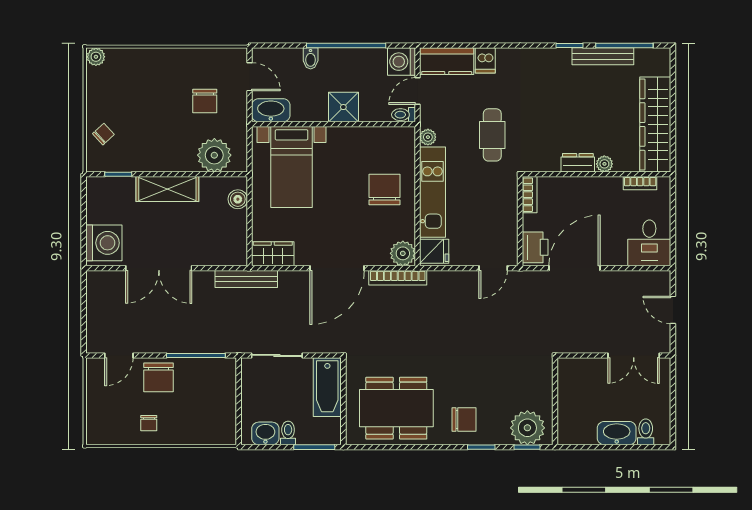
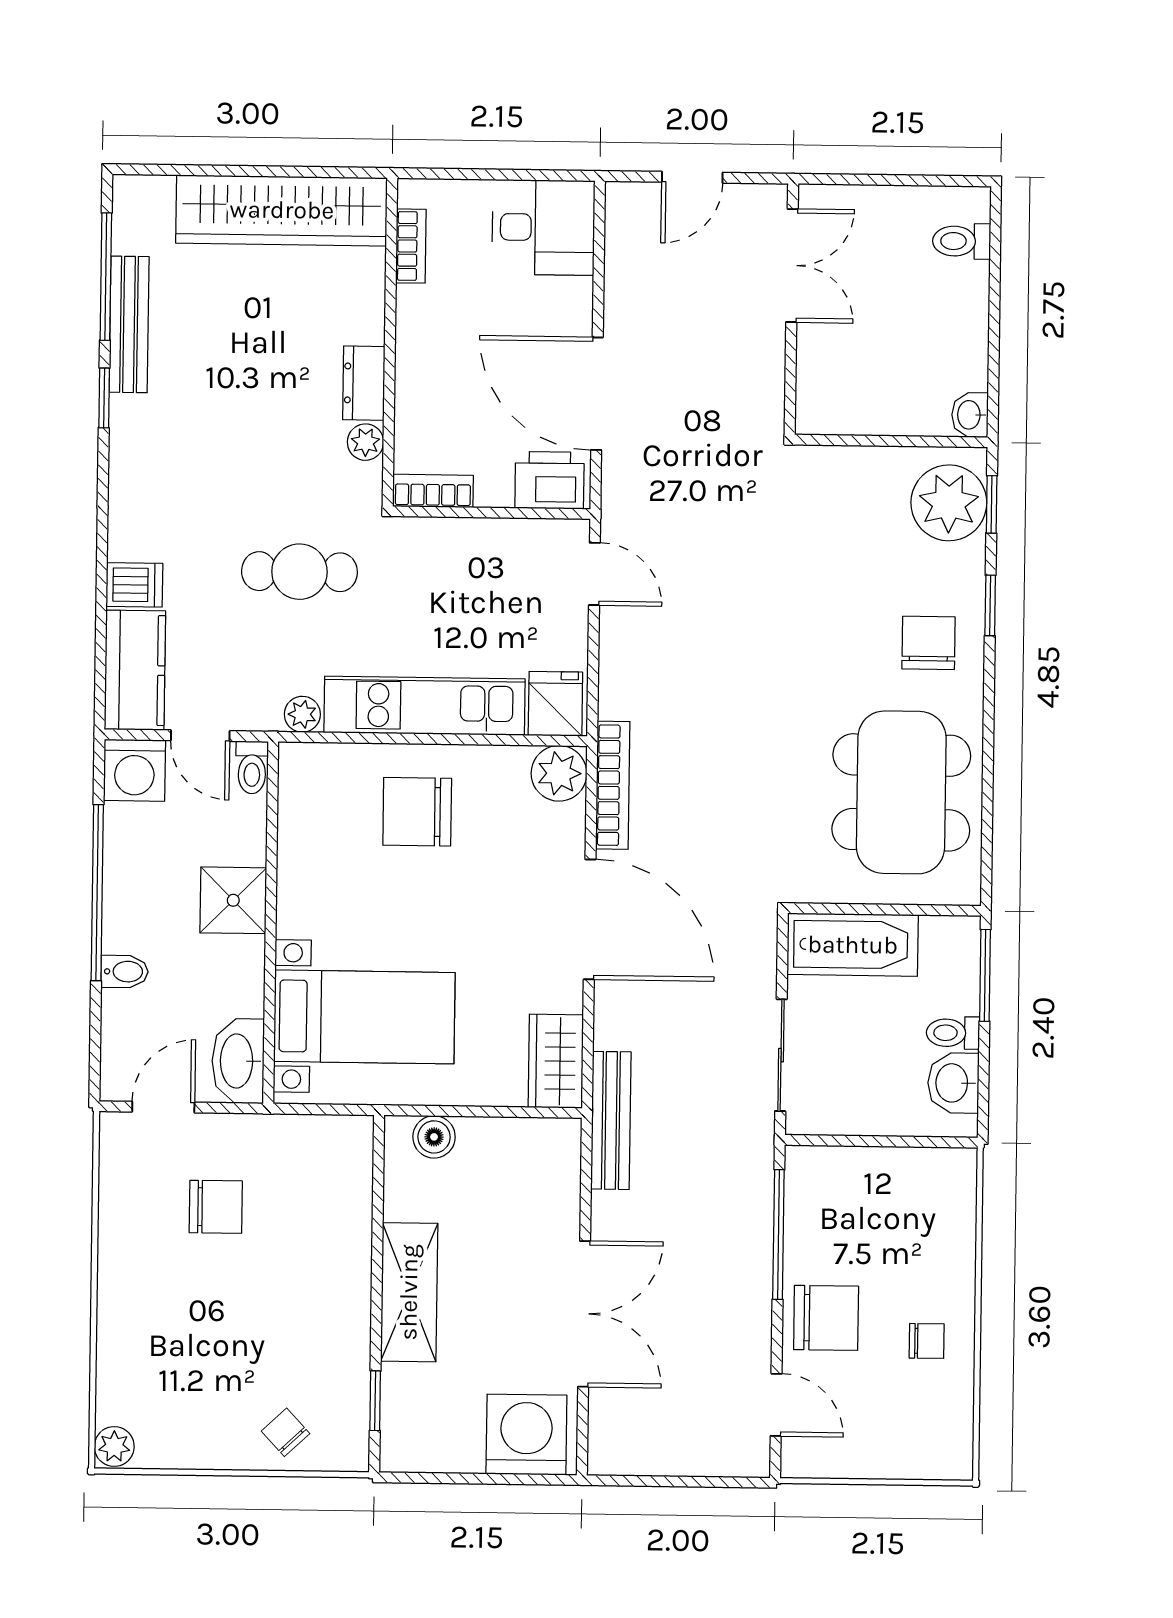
plant: (214, 155) -> (336, 1188), removed
plant: (604, 164) -> (366, 442), moved
washbasin: (617, 433) -> (970, 415), moved, width x0.52, depth x0.69

